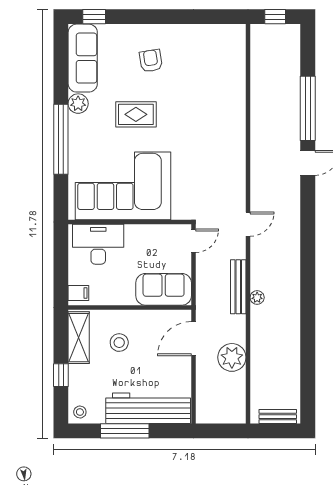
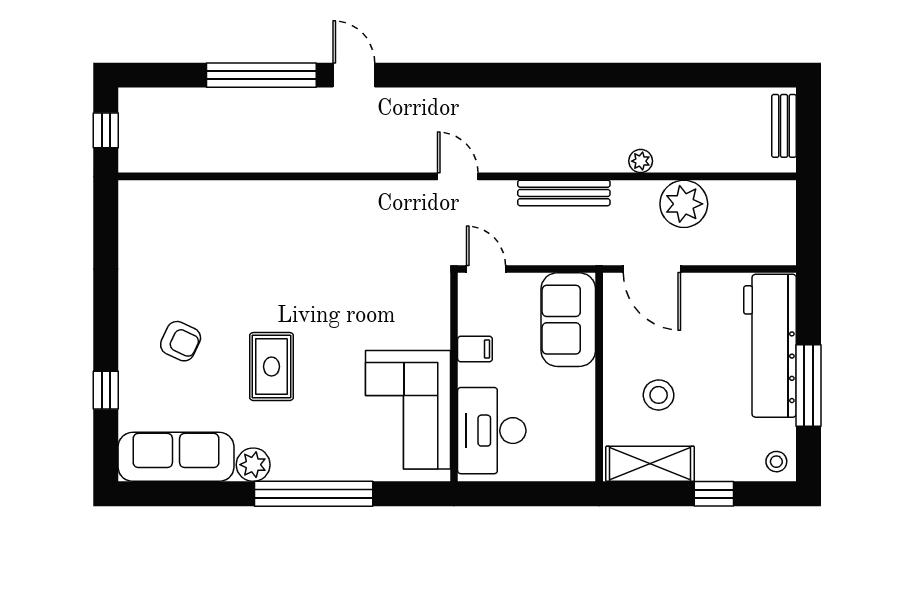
window: (94, 17) -> (106, 390), moved
armchair: (151, 61) -> (181, 341), turned -146
corner sofa: (123, 186) -> (408, 410), width x0.73, depth x0.74
filing cabinet: (78, 293) -> (475, 349), moved, turned 90
plant: (257, 298) -> (641, 161), moved

